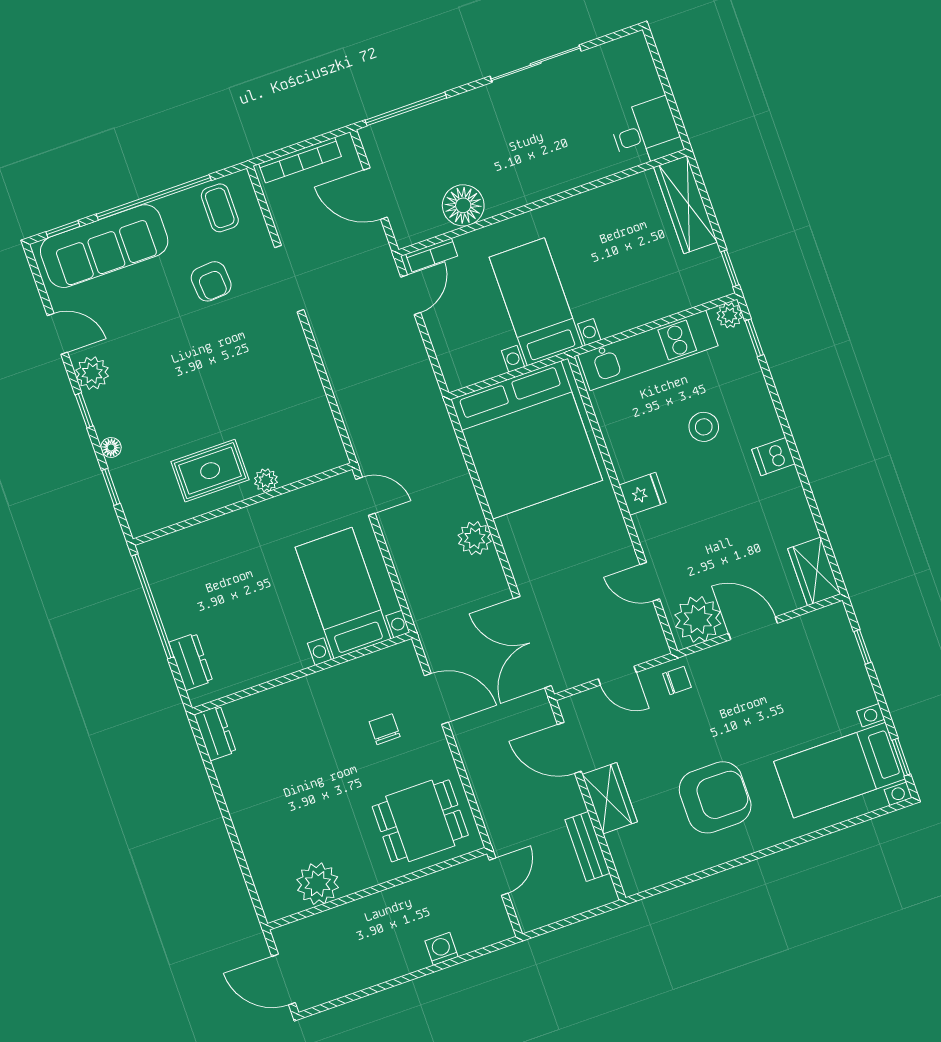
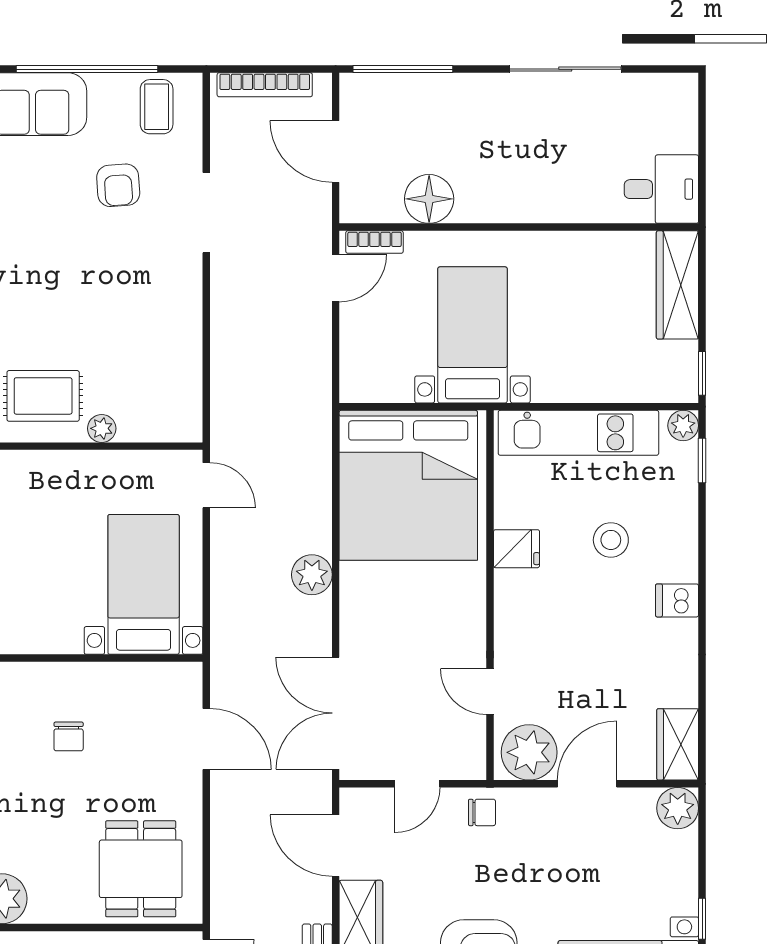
fridge: (643, 494) -> (517, 549), moved
plant: (832, 622) -> (678, 808), added
door: (753, 628) -> (587, 784), hinge flipped
window: (863, 647) -> (702, 919), moved
door: (617, 676) -> (417, 784), hinge flipped
chair: (385, 729) -> (69, 736), moved, turned 180
dining table: (420, 821) -> (141, 869), turned 90

